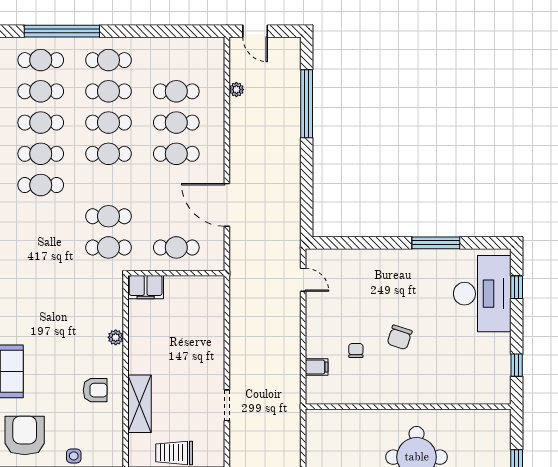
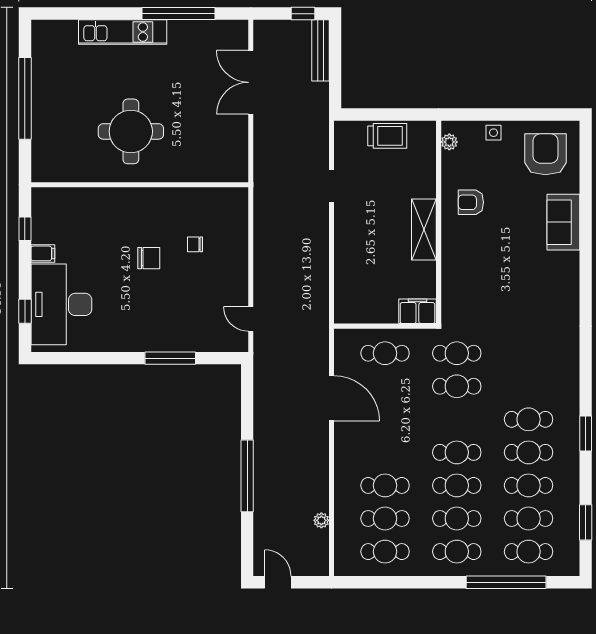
door: (255, 31) -> (278, 582), moved
window: (307, 104) -> (247, 476), moved
cafe table: (176, 154) -> (385, 552), moved
window: (436, 243) -> (170, 358), moved
plant: (116, 337) -> (449, 142), moved
chair: (400, 337) -> (149, 258), turned 72
chair: (356, 350) -> (195, 244), turned 90
filing cabinet: (317, 367) -> (43, 253), moved, turned 180
shelving: (140, 404) -> (424, 230), moved
armchair: (25, 435) -> (545, 154), turned 180

